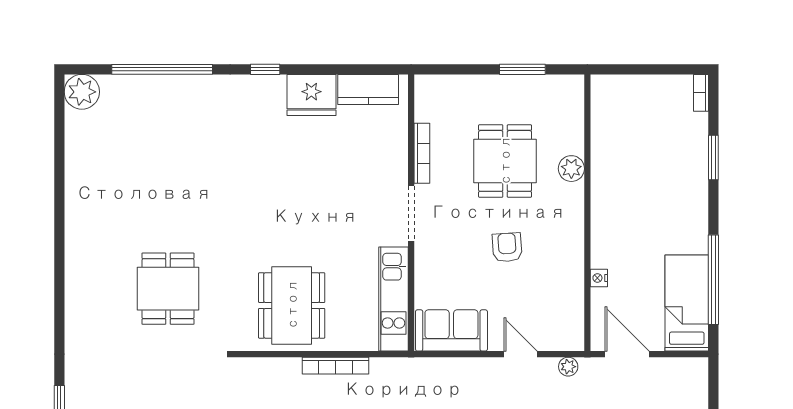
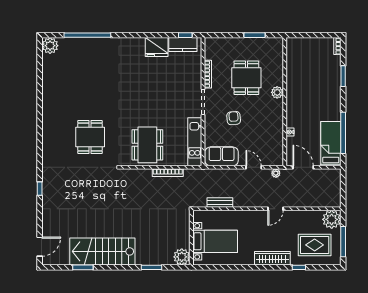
window: (265, 69) -> (185, 35), moved
plant: (571, 169) -> (277, 92), moved
armchair: (507, 247) -> (234, 118), moved

